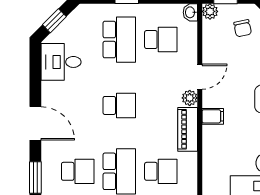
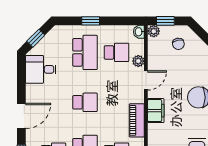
plant: (190, 98) -> (138, 61), moved
filing cabinet: (213, 116) -> (156, 111), width x2.00
door: (35, 123) -> (21, 116), hinge flipped

